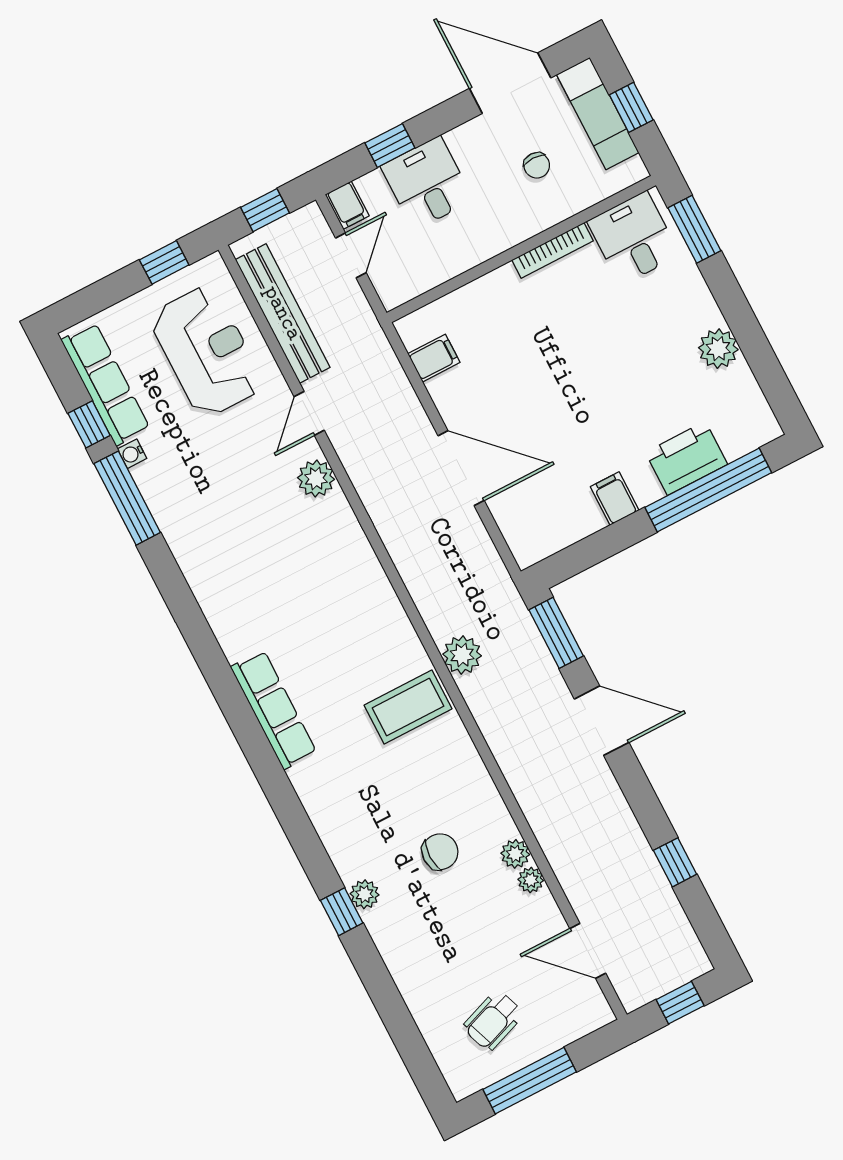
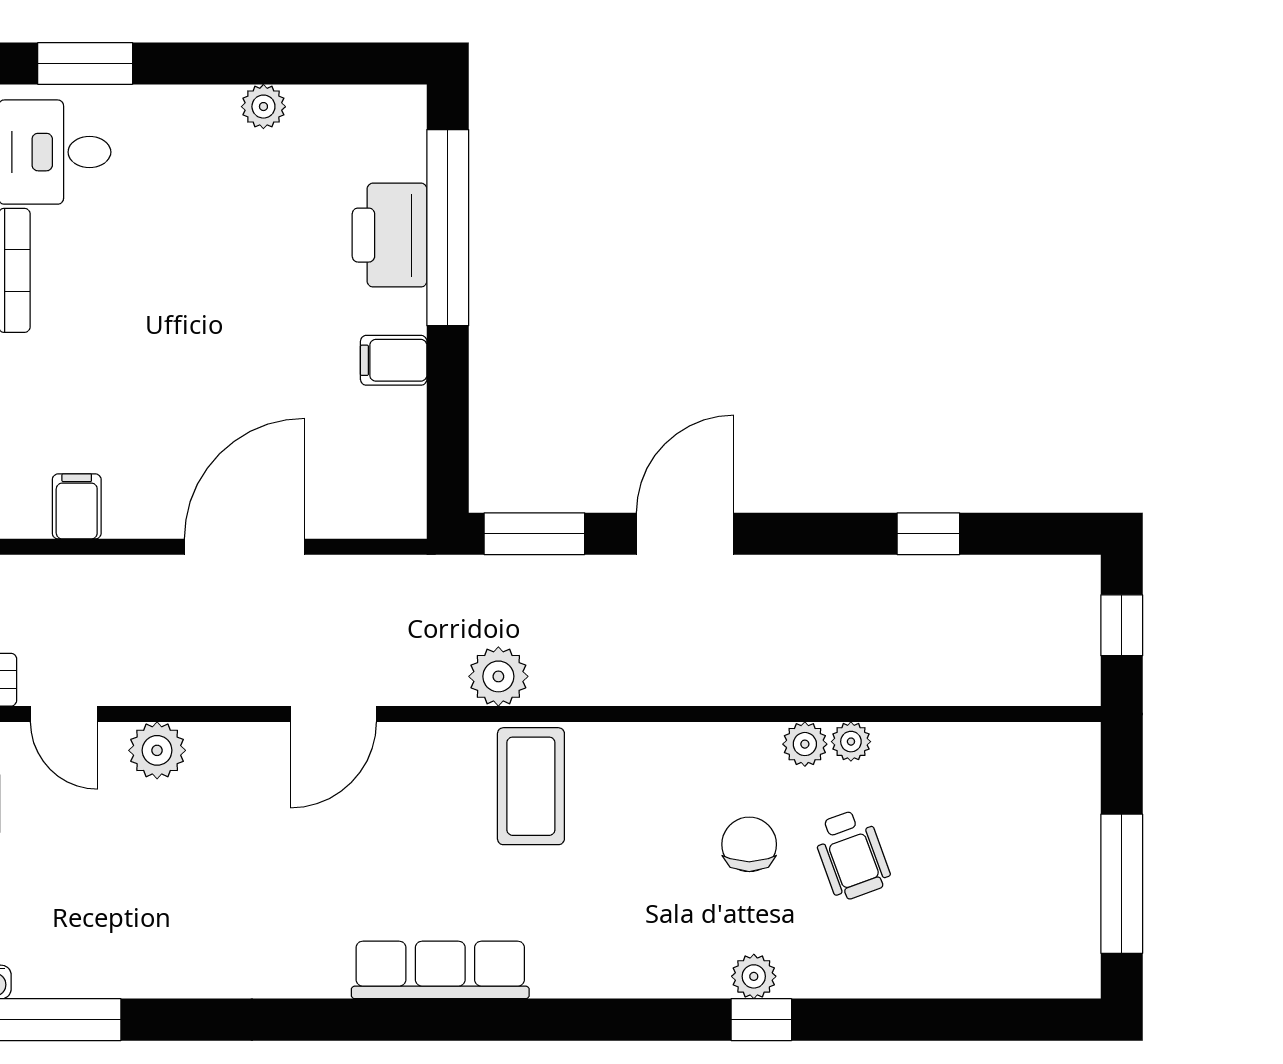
plant: (718, 349) -> (263, 107), width x0.73, depth x0.73
door: (588, 951) -> (333, 714), moved
wheelchair: (493, 1021) -> (852, 855), moved

